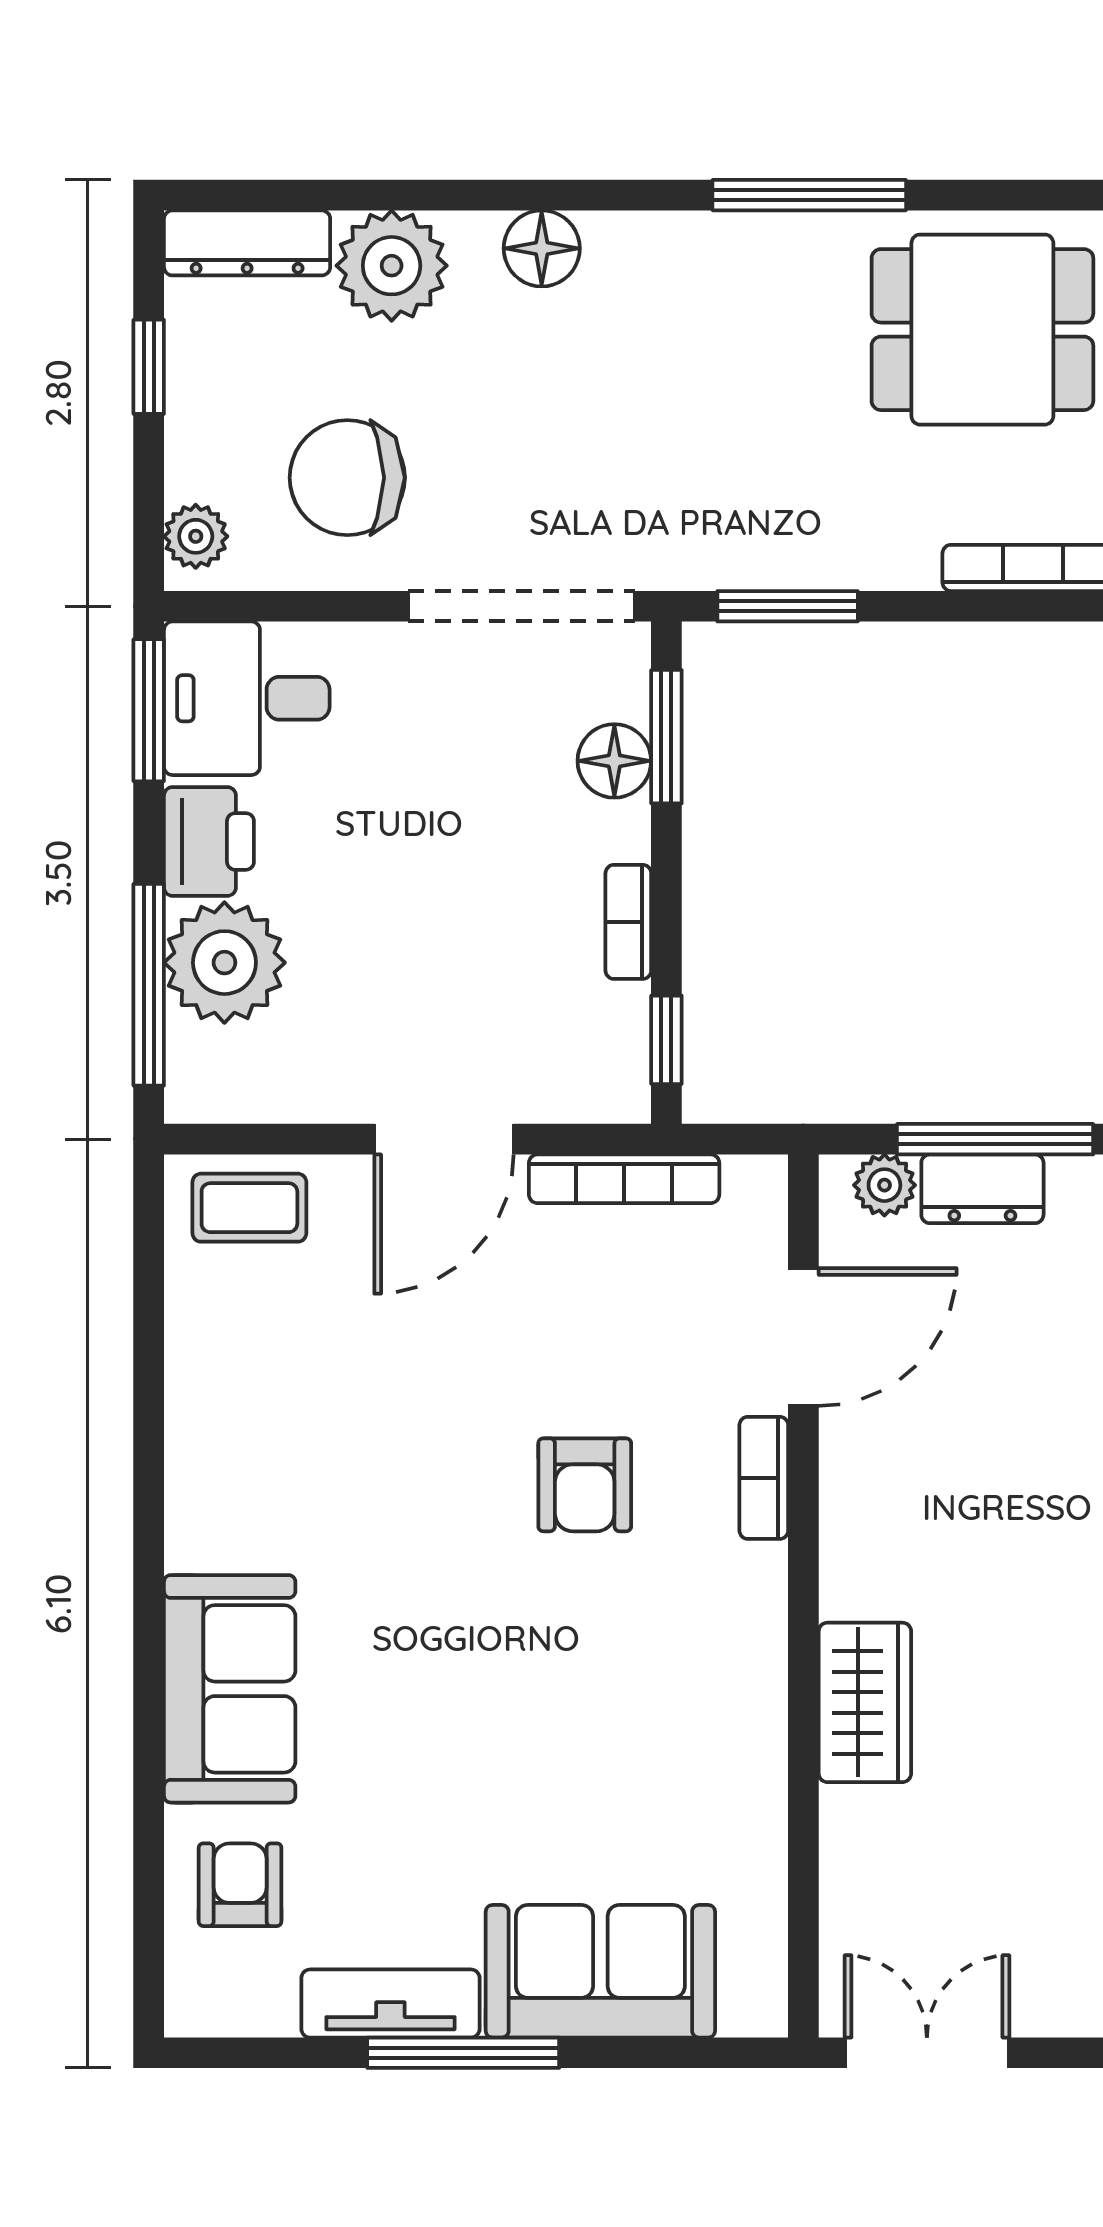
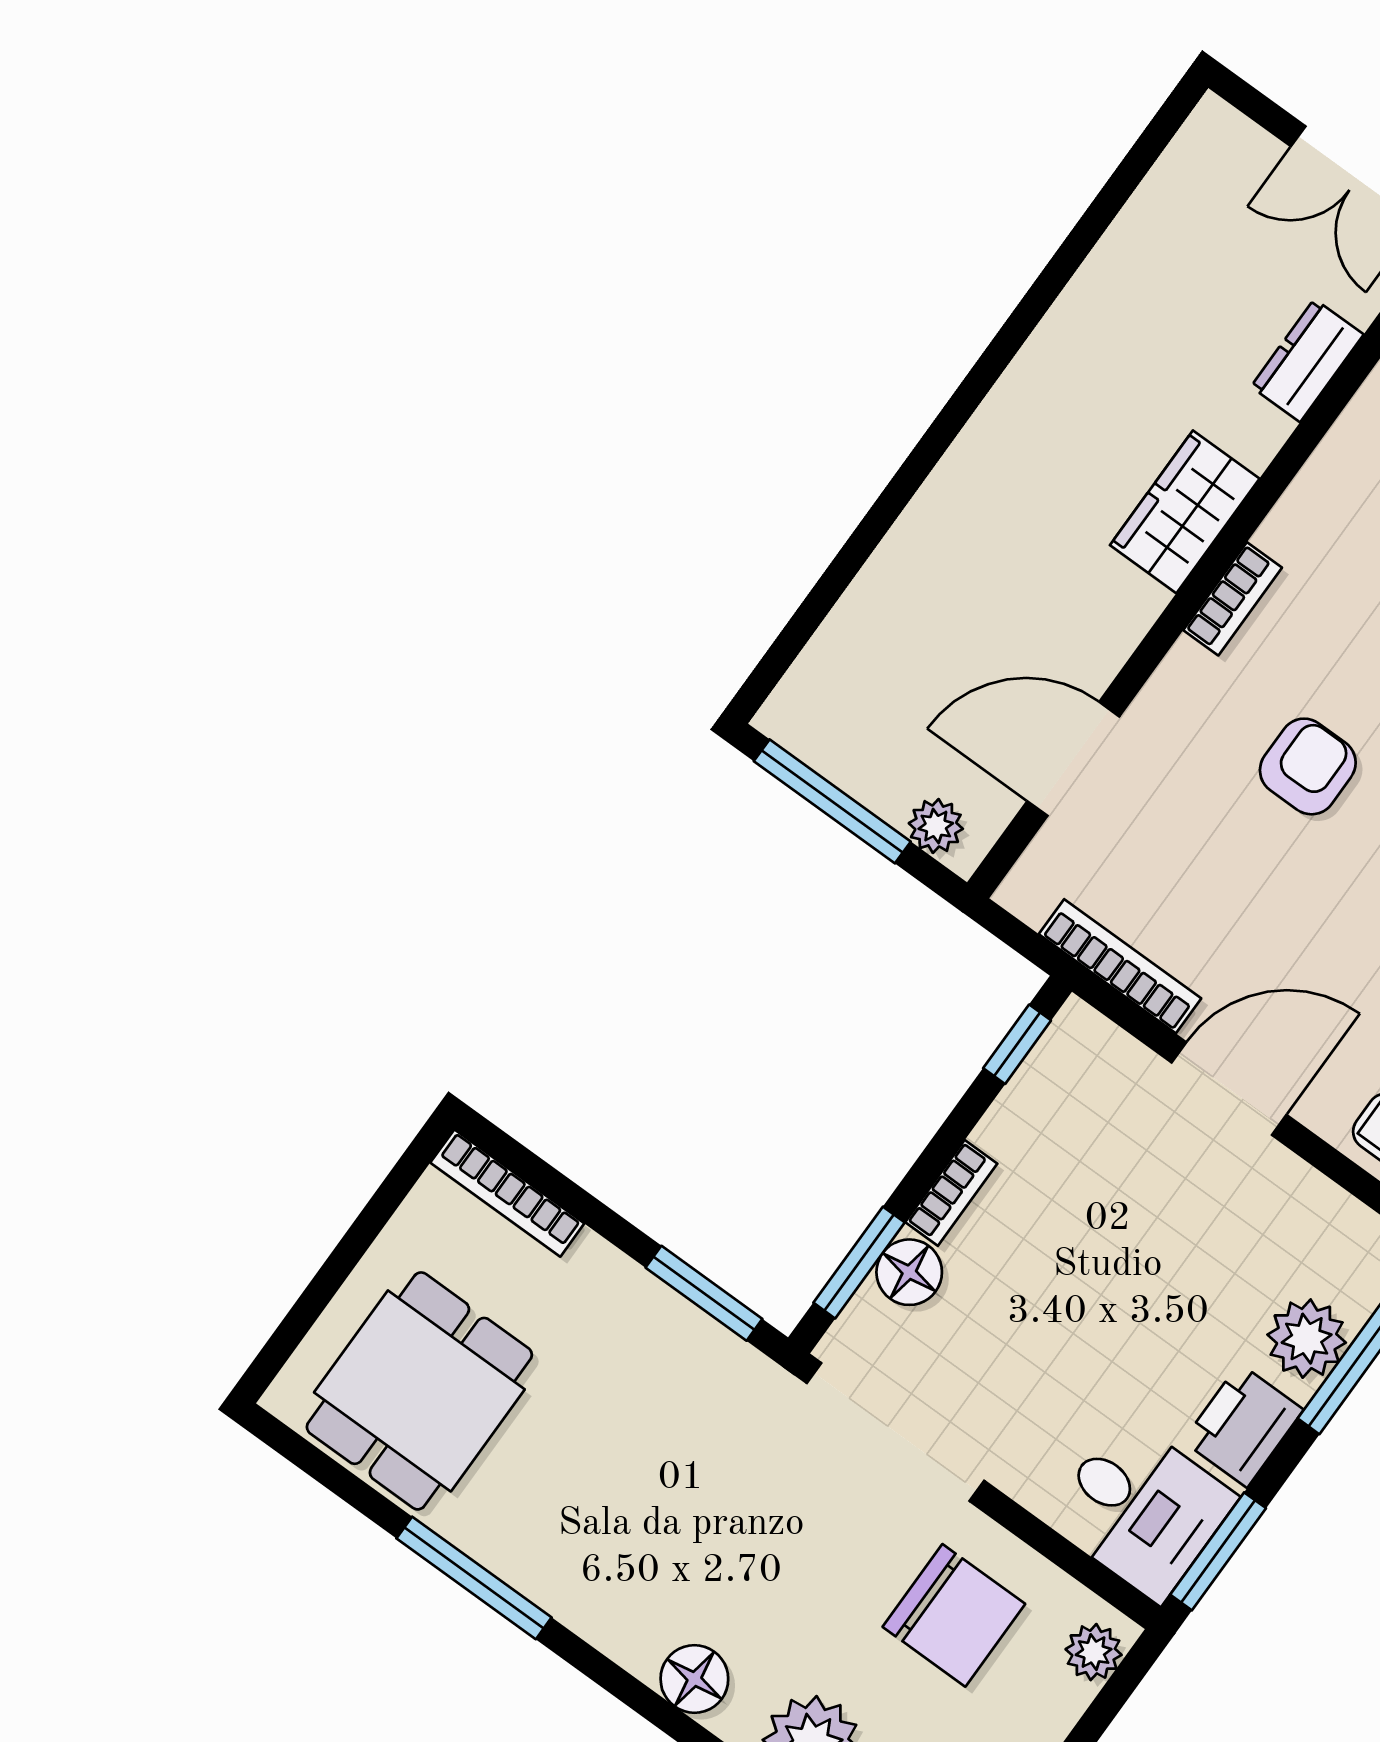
dining table: (982, 330) -> (419, 1391), turned 90
bookcase: (628, 922) -> (951, 1193), moved
plant: (224, 963) -> (1307, 1339), width x0.73, depth x0.73
dresser: (982, 1189) -> (1307, 361), moved, turned -90
bookcase: (764, 1478) -> (1233, 599), moved
wardrobe: (865, 1702) -> (1185, 512), moved

